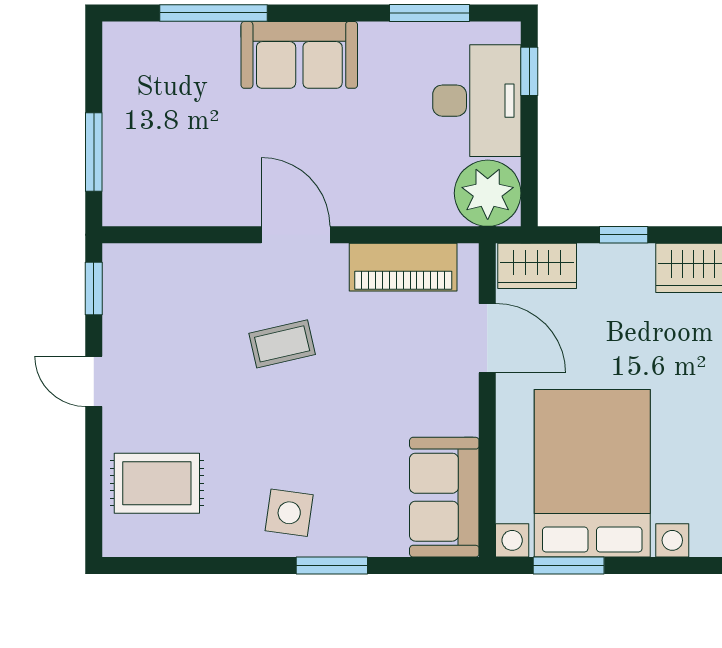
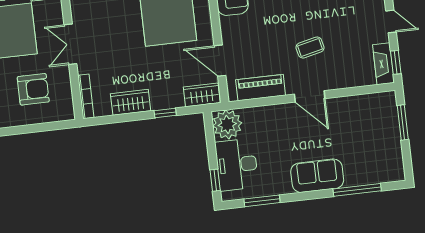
fireplace: (122, 289) -> (383, 64), added

